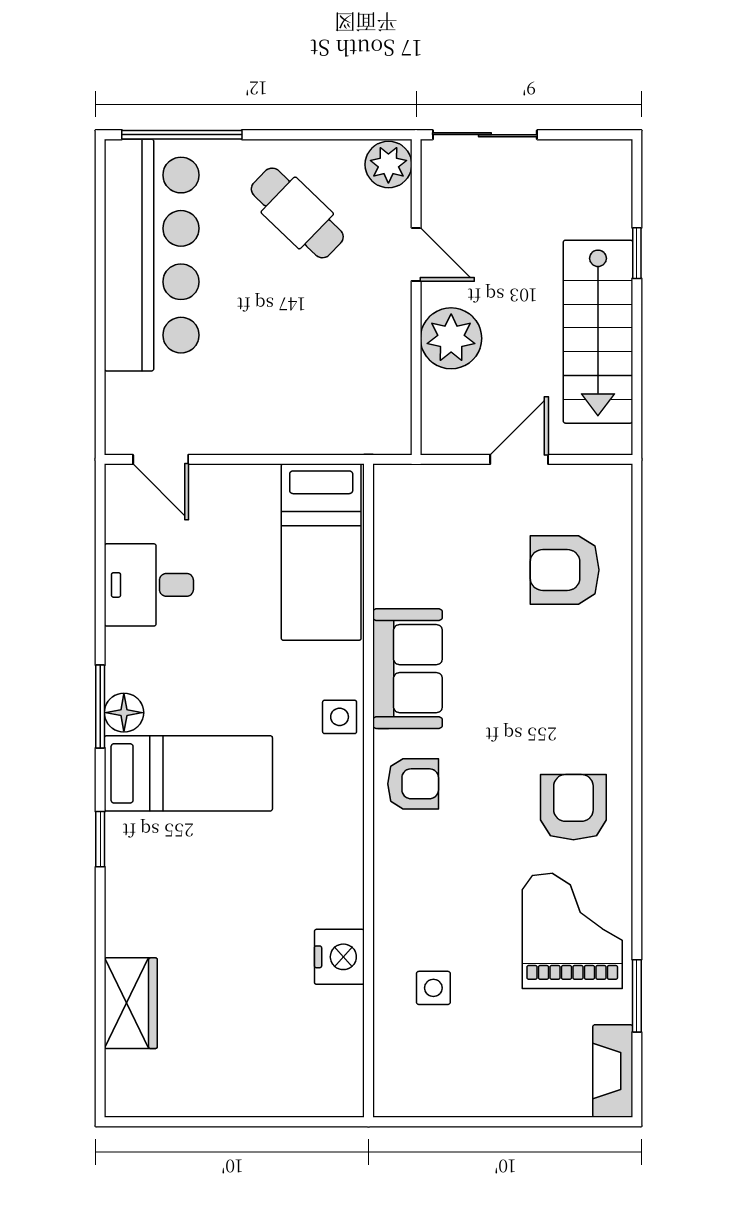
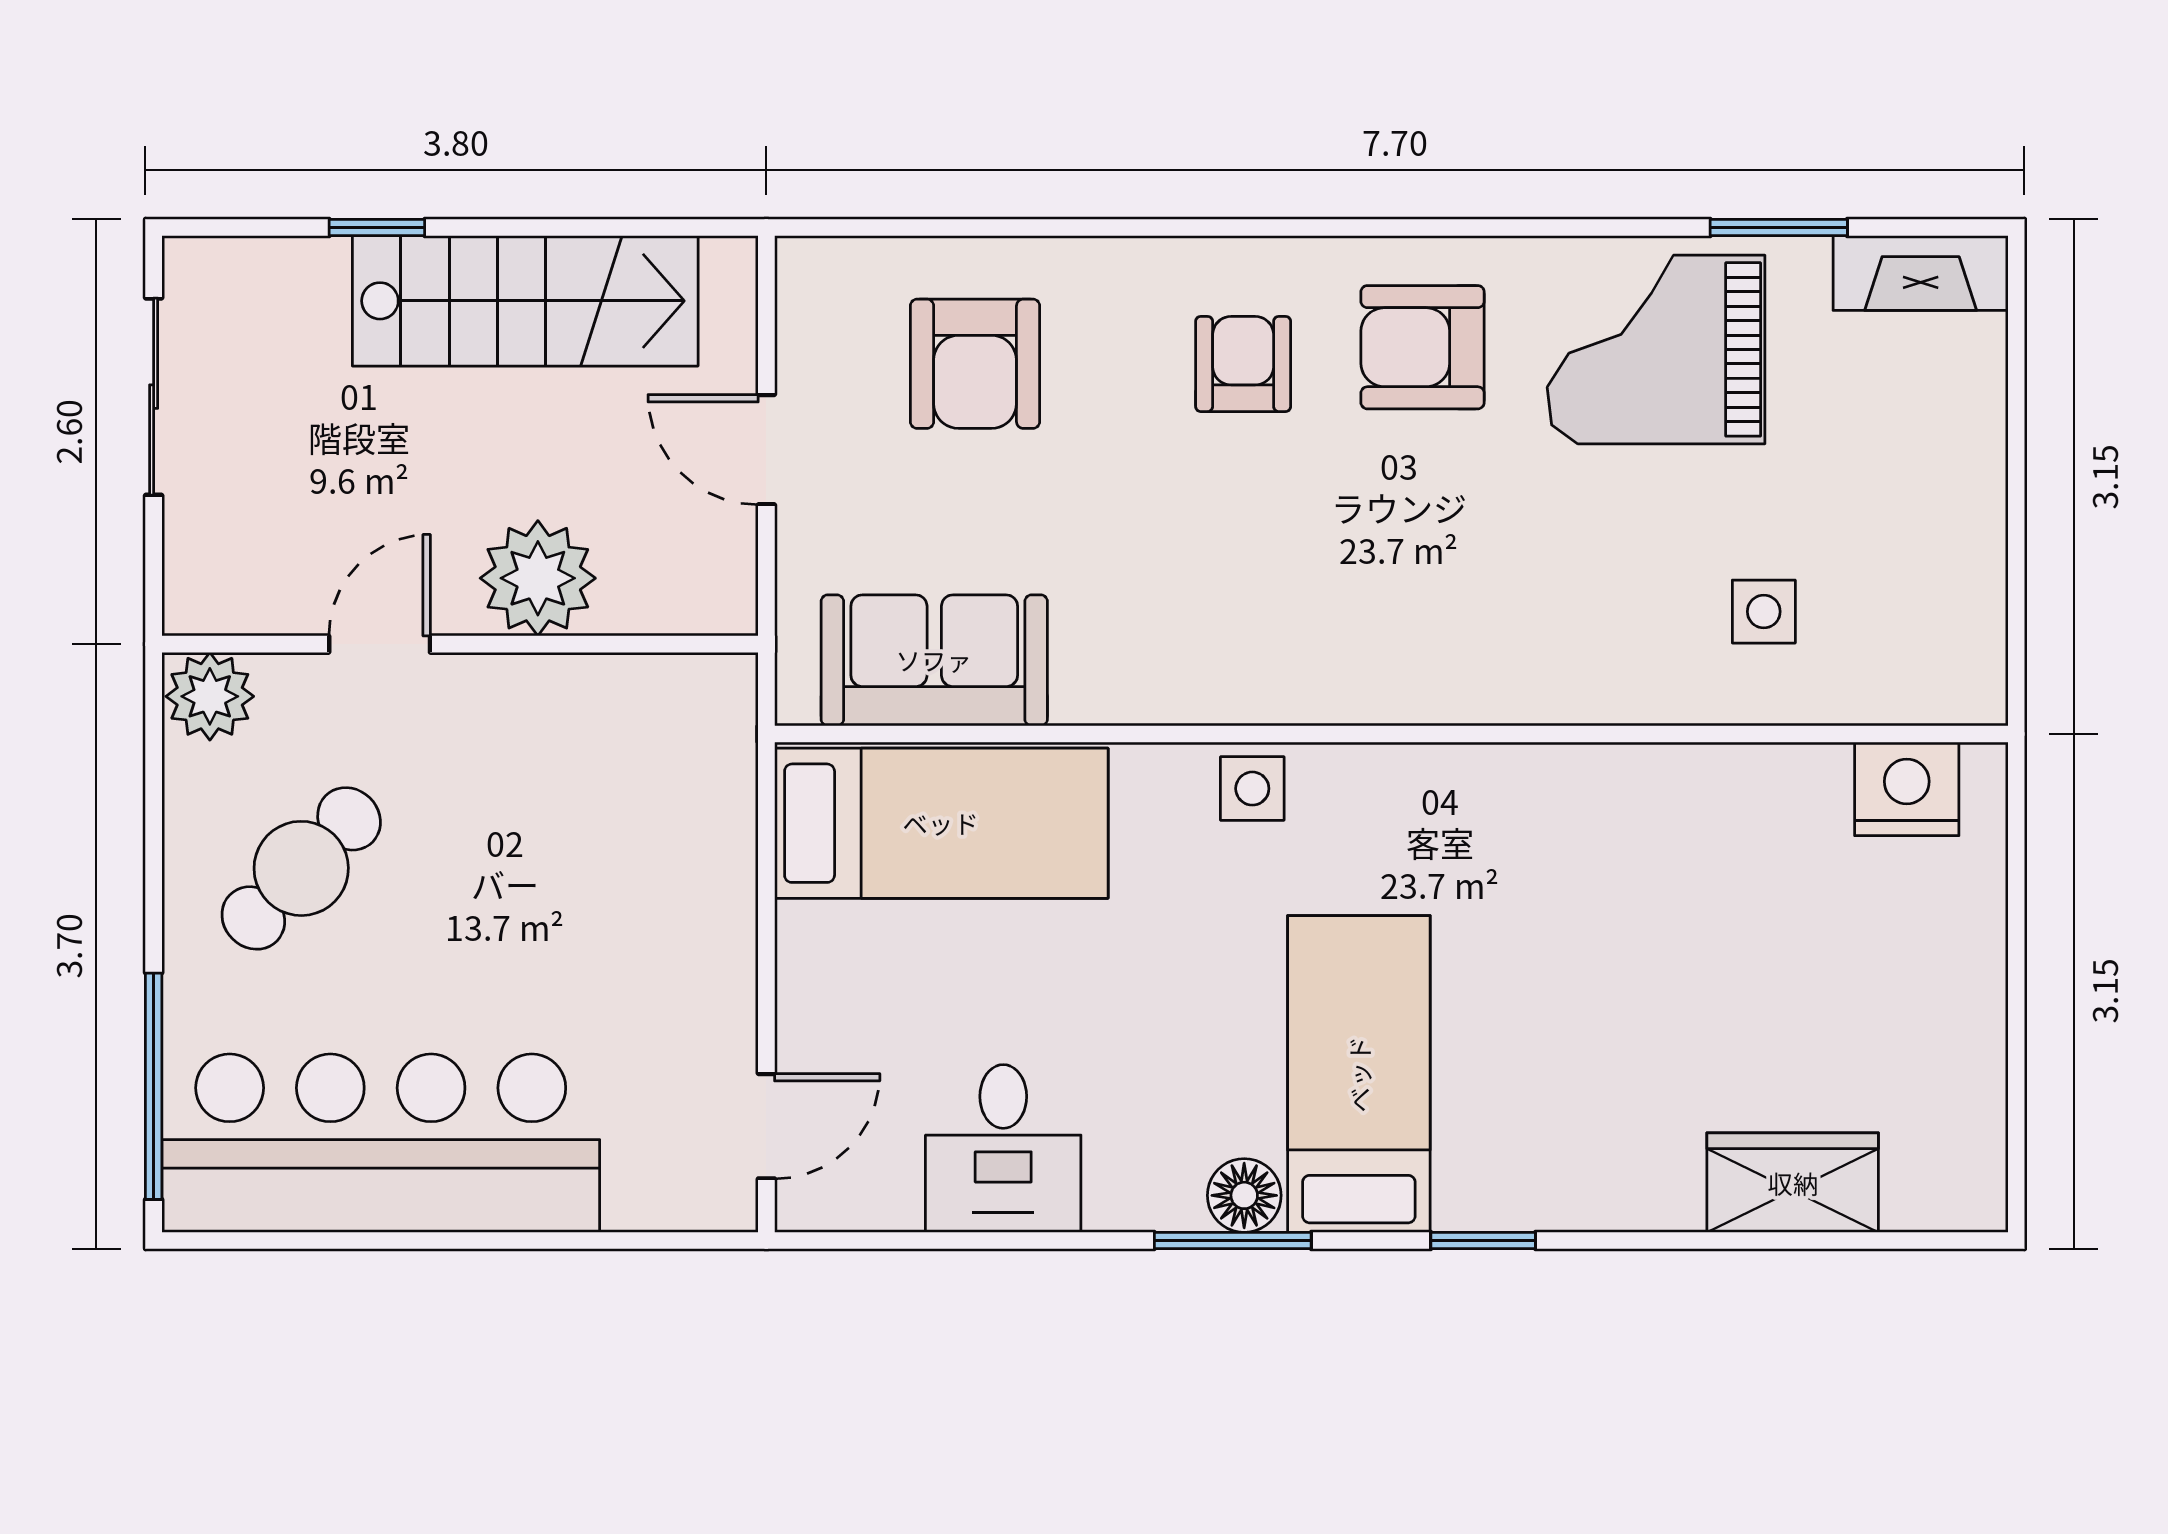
sliding door: (485, 135) -> (154, 397), moved
sofa: (408, 669) -> (934, 660), moved
armchair: (413, 784) -> (1243, 364), moved
nightstand: (339, 957) -> (1907, 789), moved

